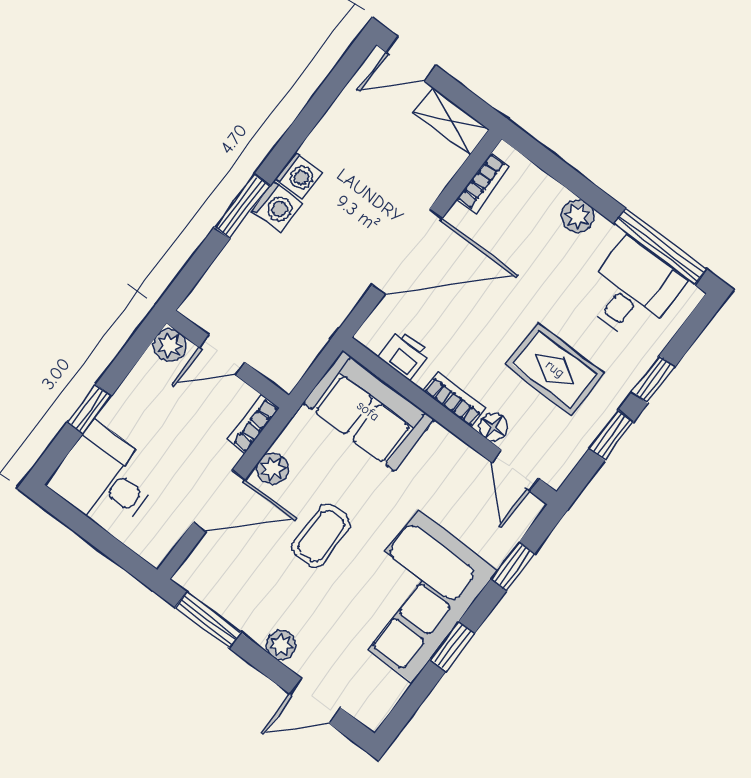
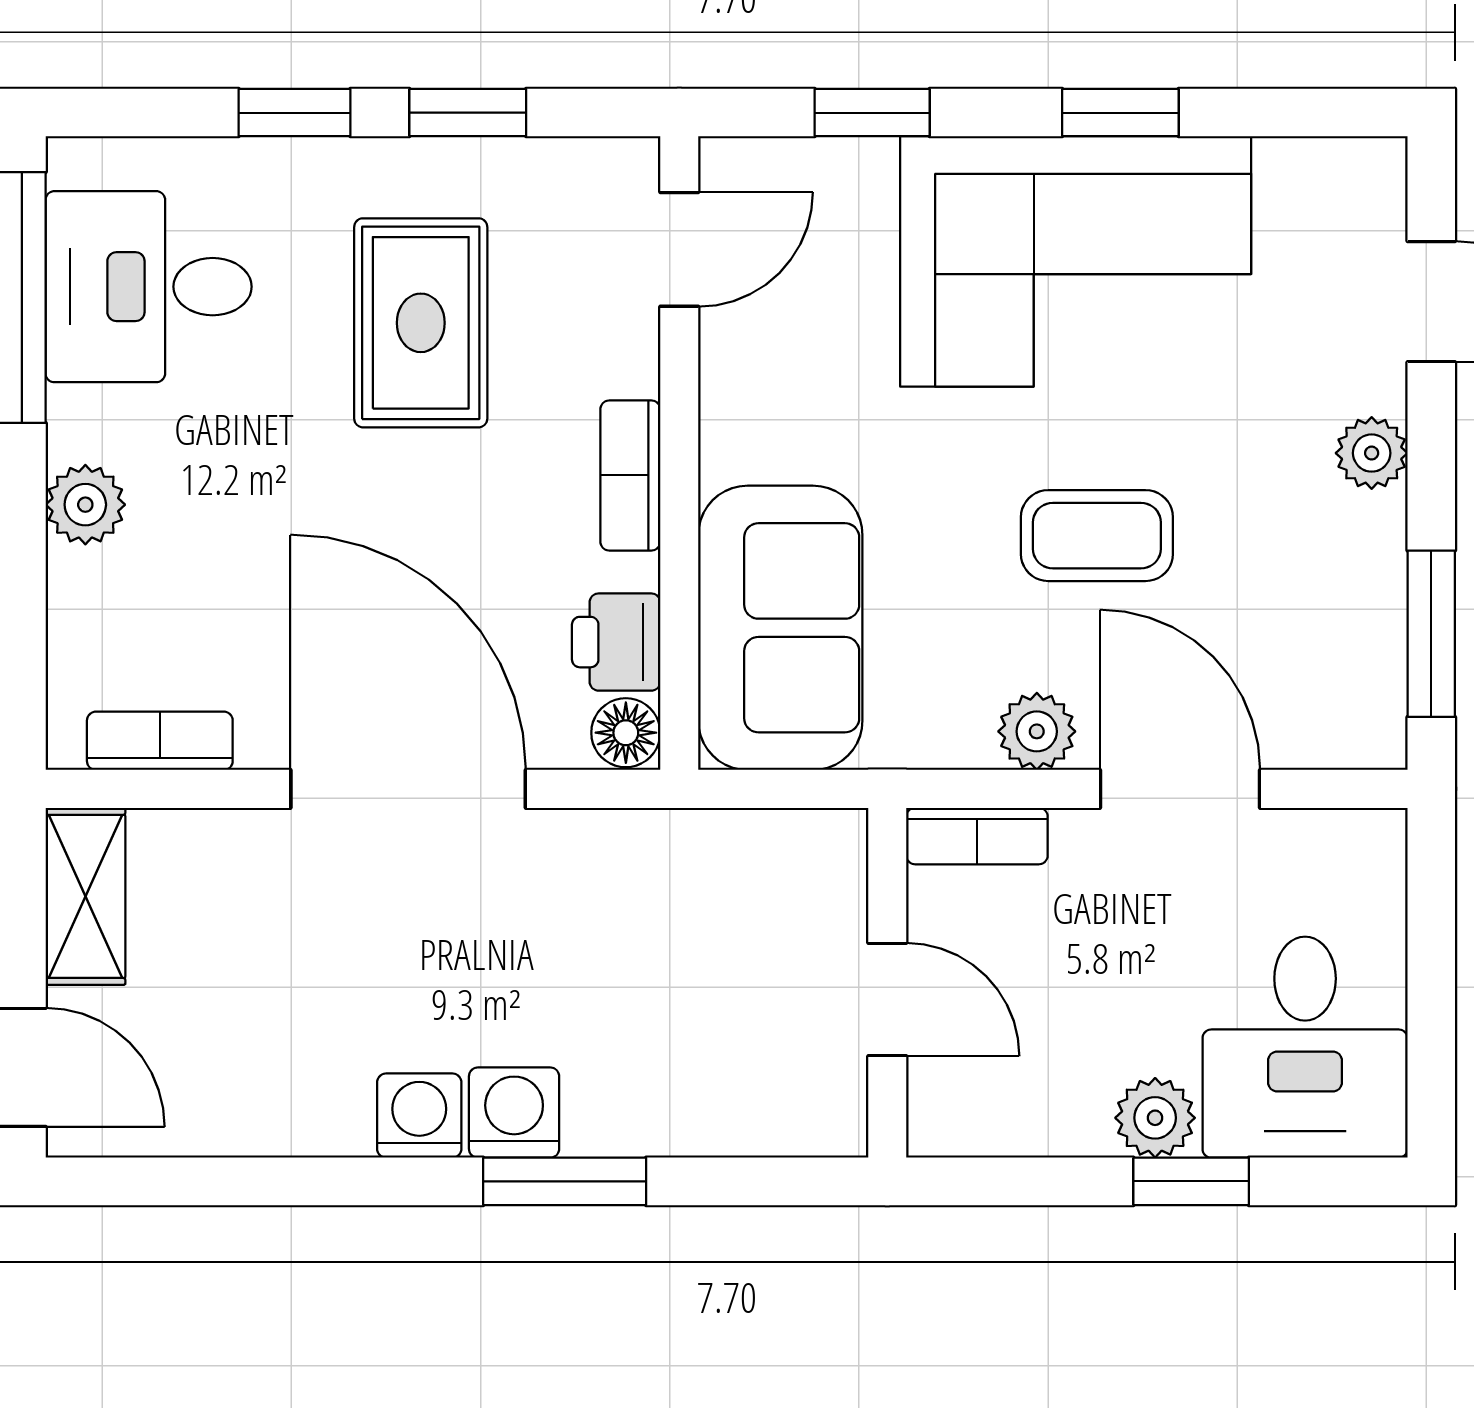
plant: (170, 345) -> (1155, 1118), moved
floor lamp: (493, 427) -> (626, 733), moved

